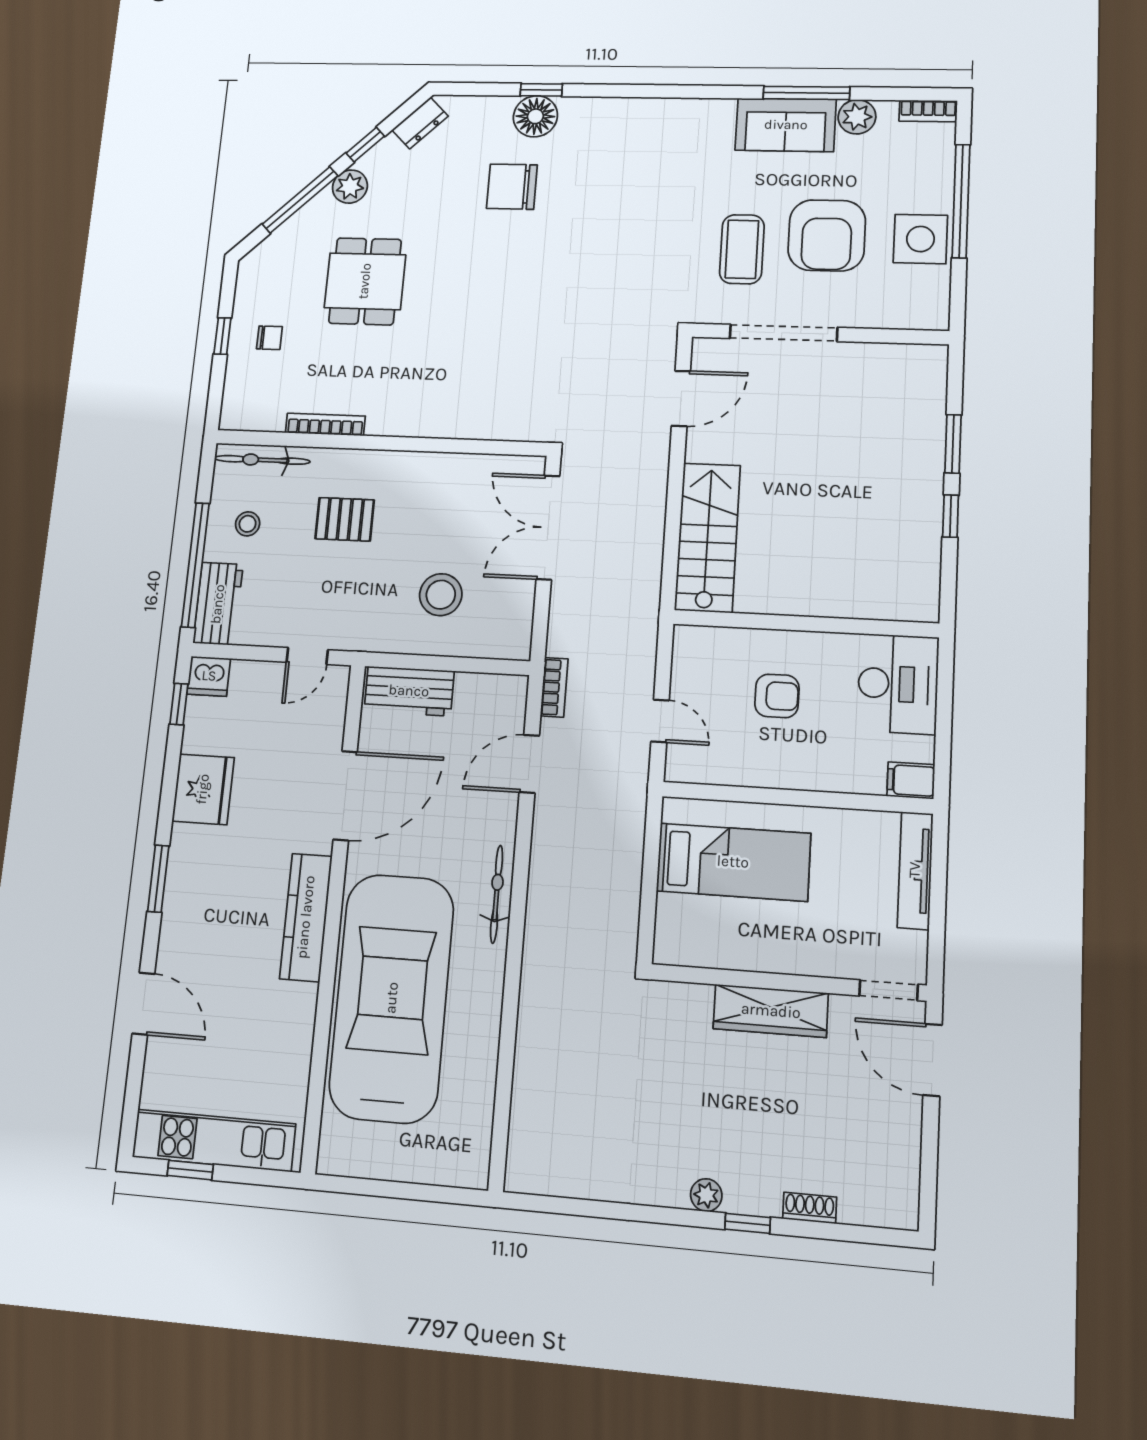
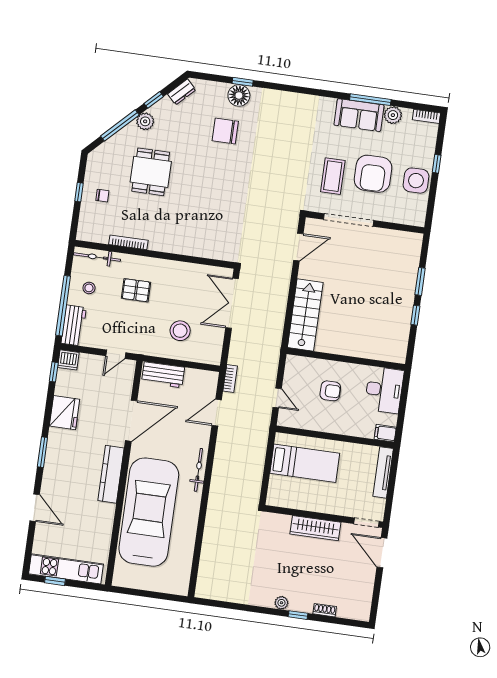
window: (961, 201) -> (437, 164), width x0.32

